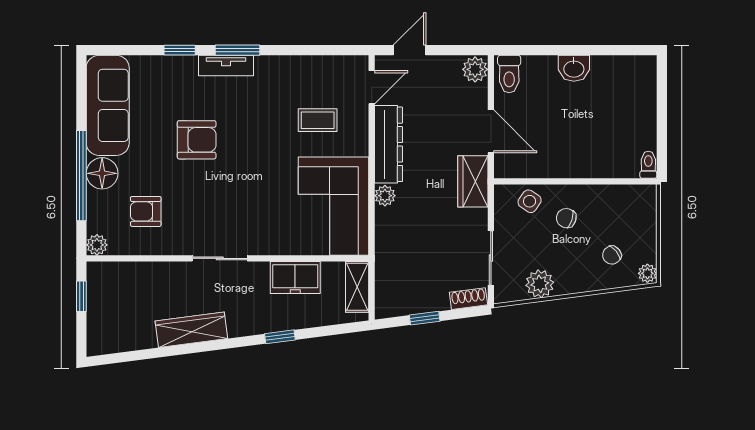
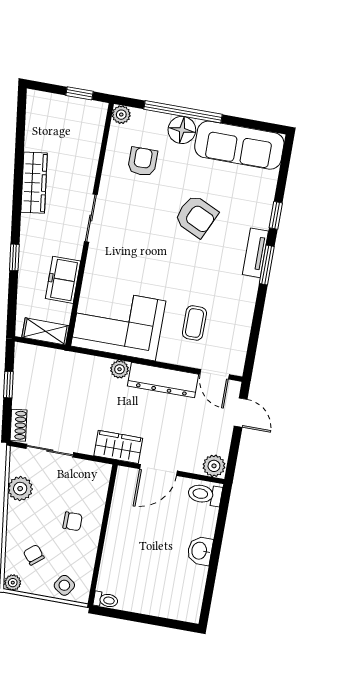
armchair: (197, 140) -> (196, 216), turned -65
side table: (530, 201) -> (64, 585), moved
chair: (566, 218) -> (73, 521), turned 72

